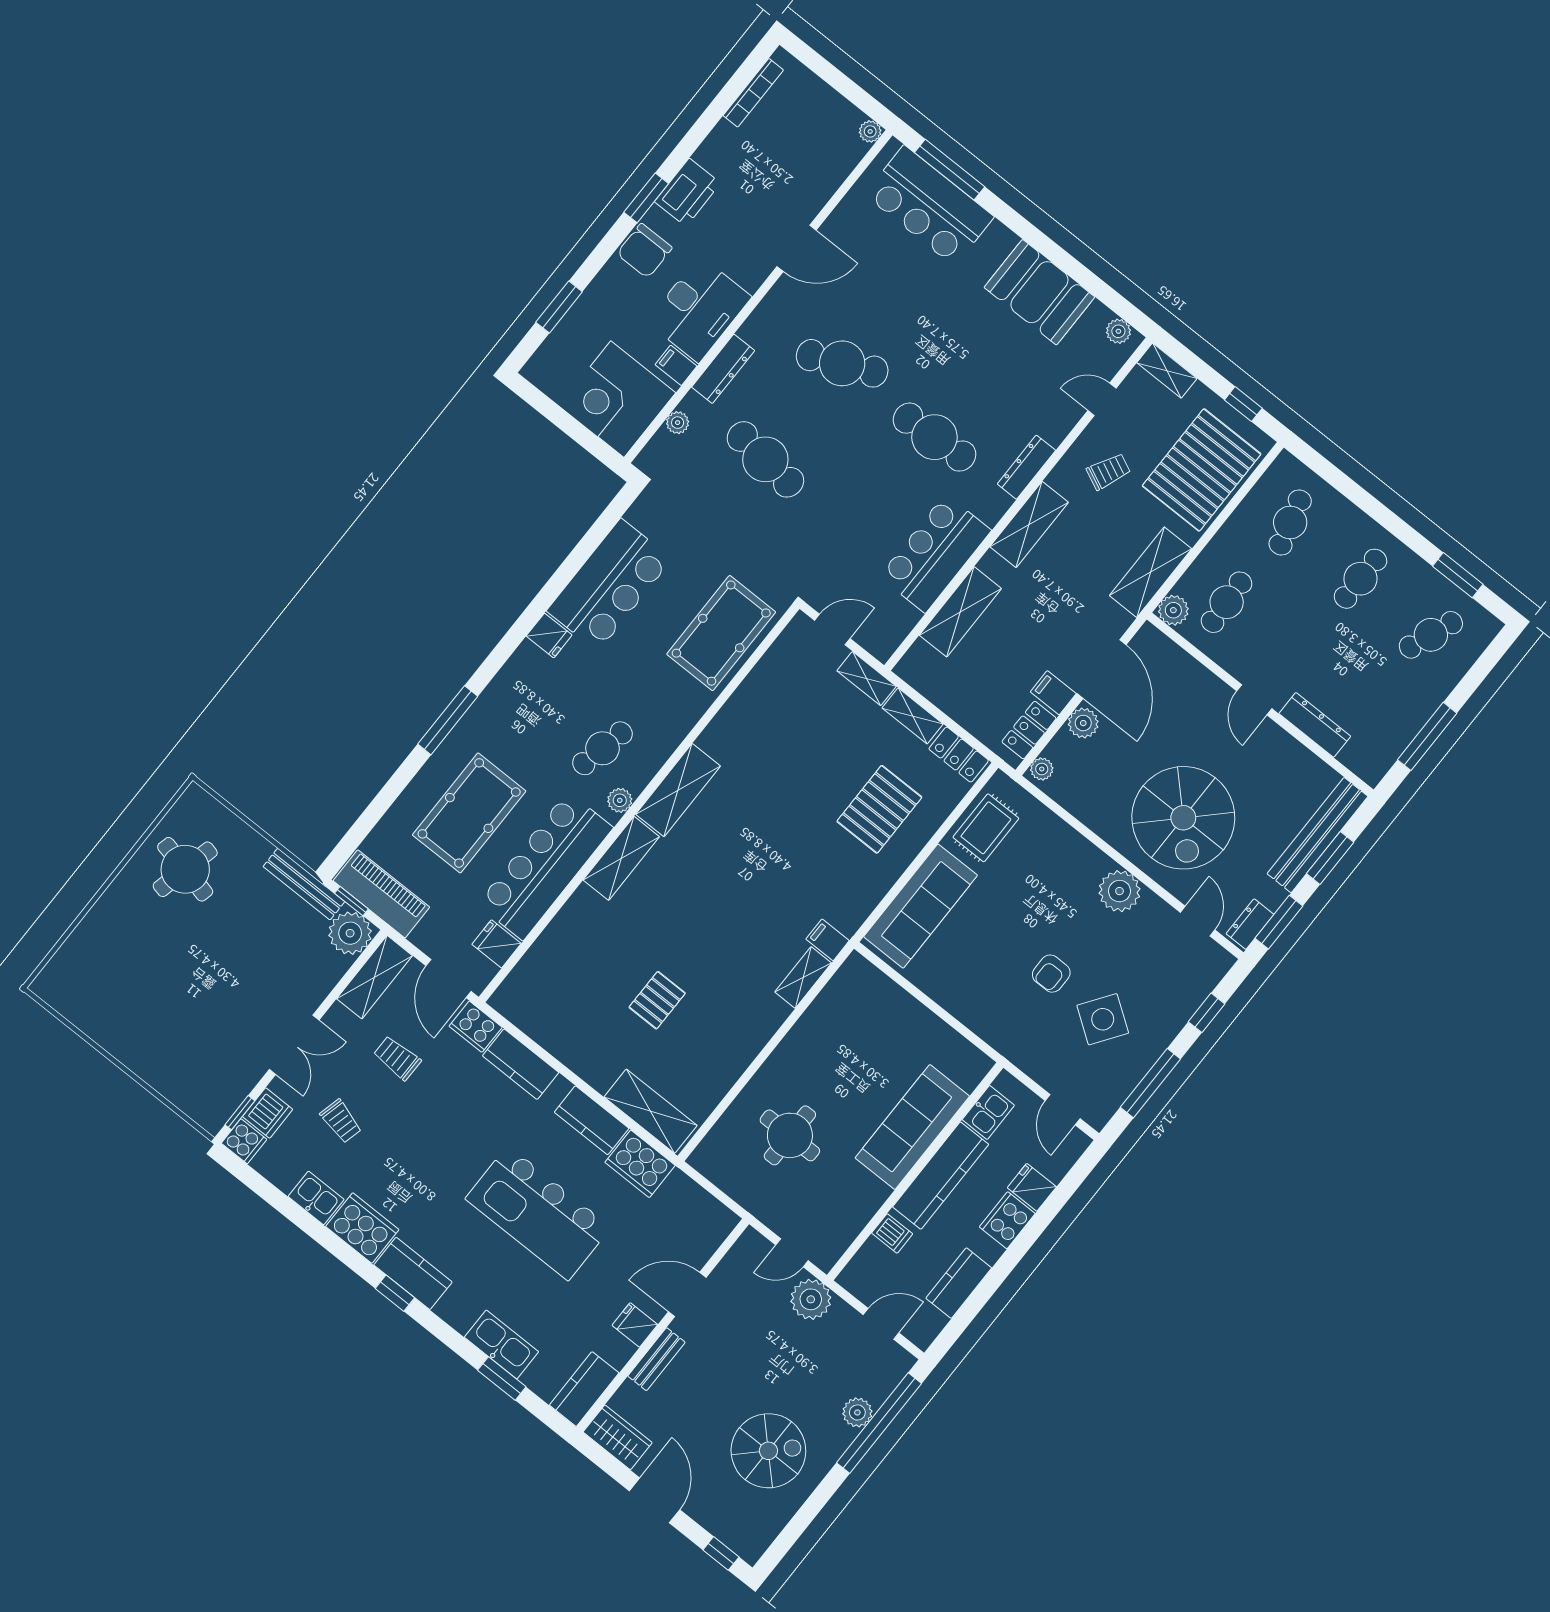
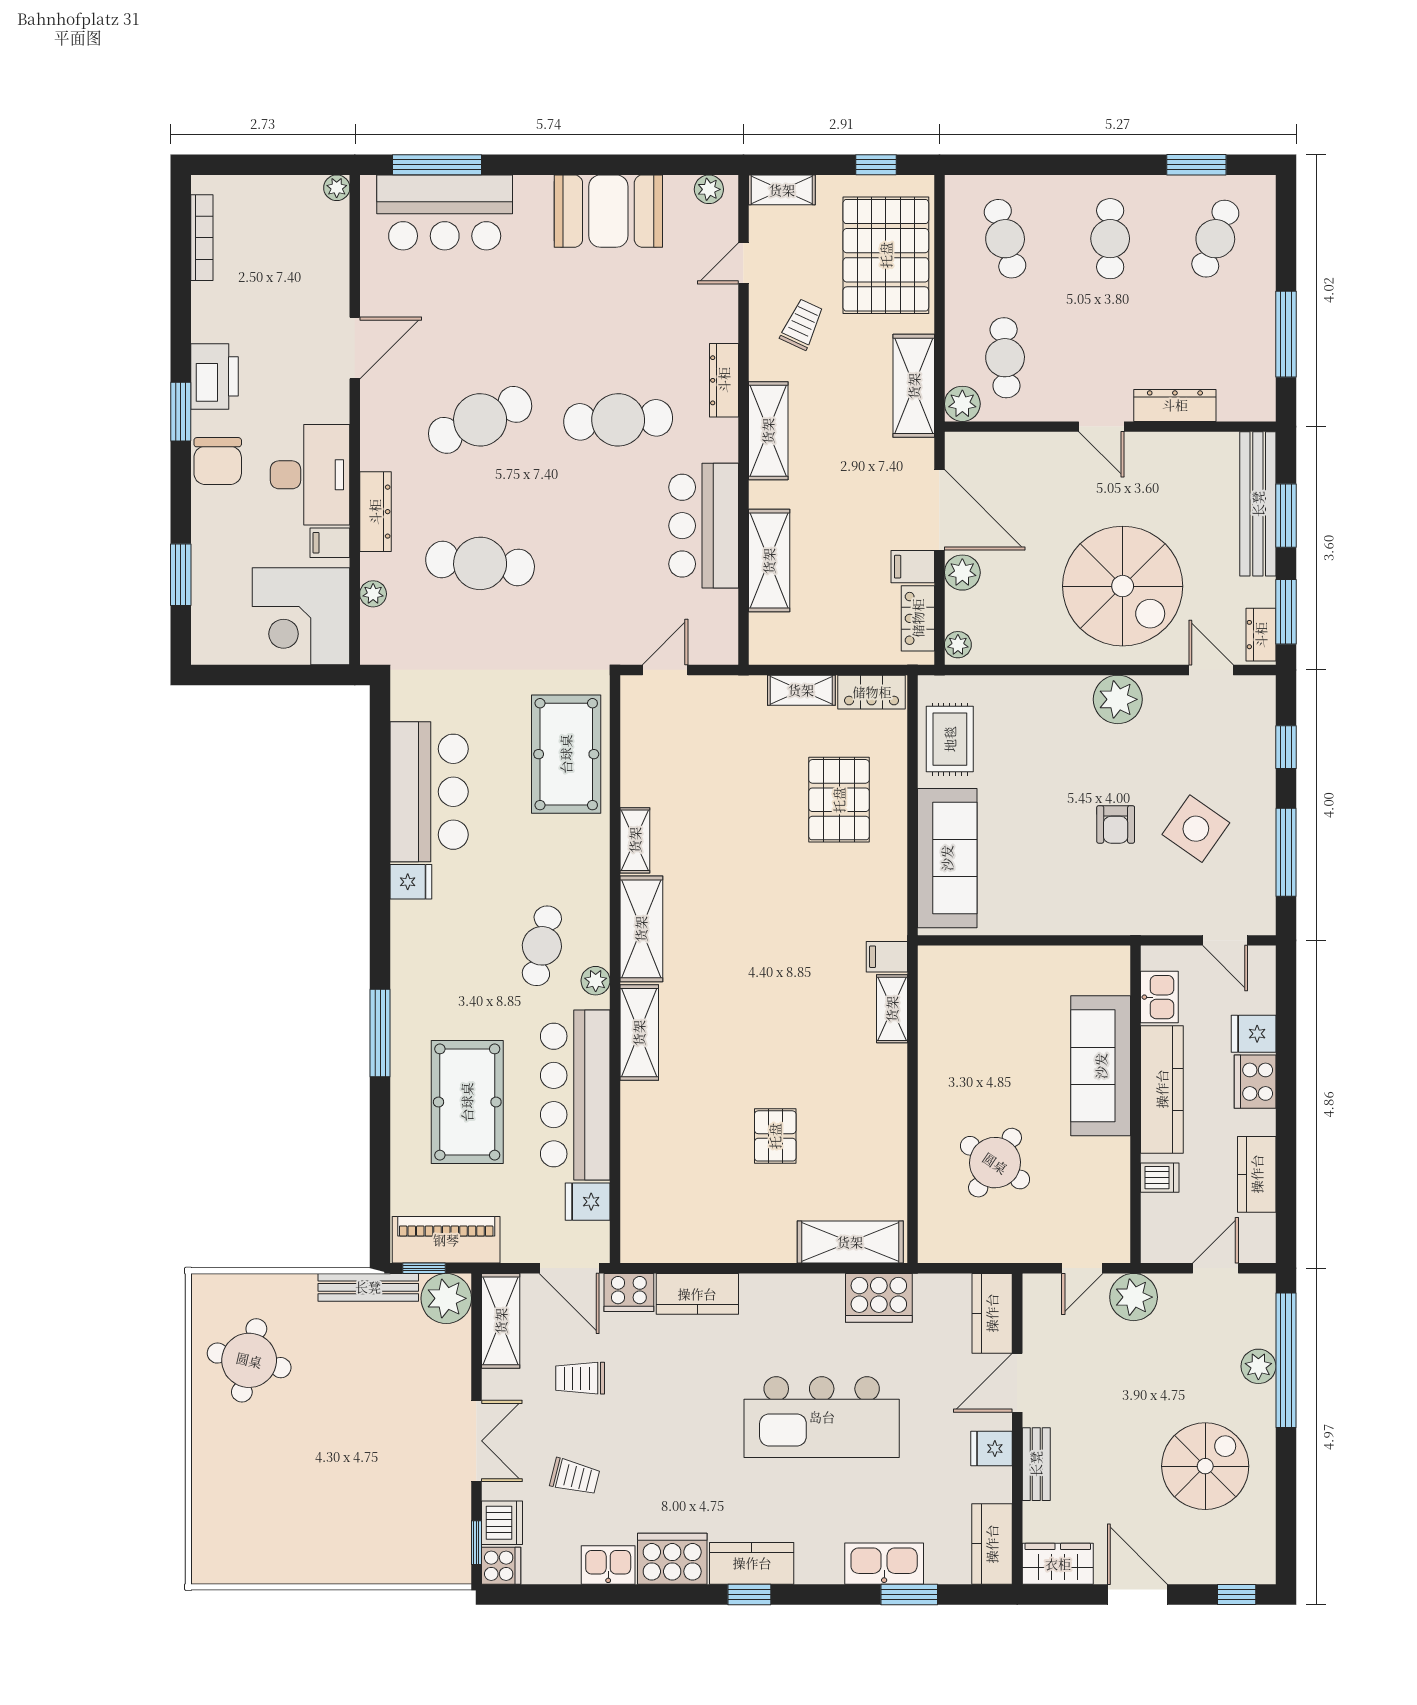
shelving: (867, 679) -> (635, 840), moved, turned 90
kitchen counter: (592, 1120) -> (992, 1313), moved, turned 90
round table: (790, 1135) -> (995, 1163), turned 34

